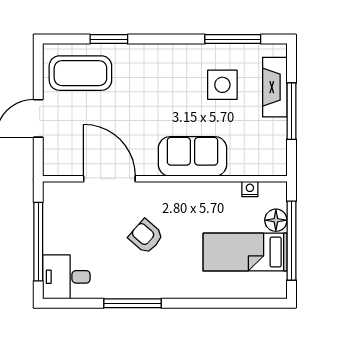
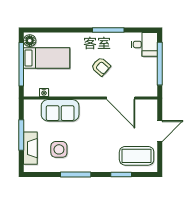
window: (233, 39) -> (76, 174), moved
sofa: (192, 156) -> (60, 110), moved
floor lamp: (276, 220) -> (30, 41), moved

